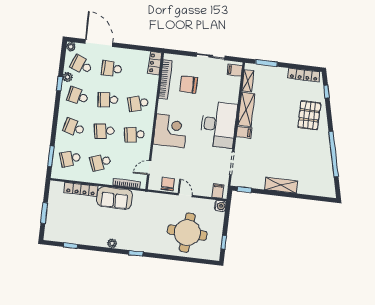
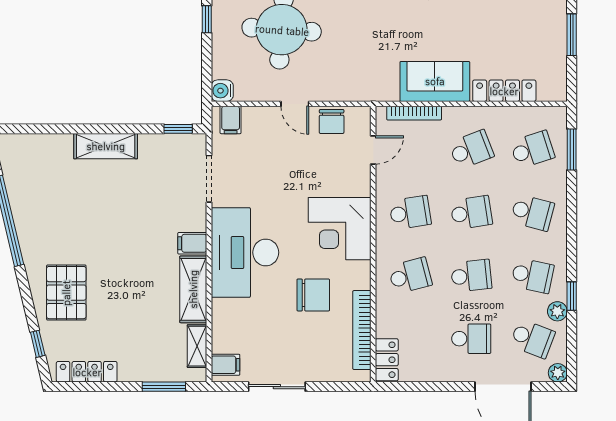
chair: (189, 84) -> (313, 295), moved

